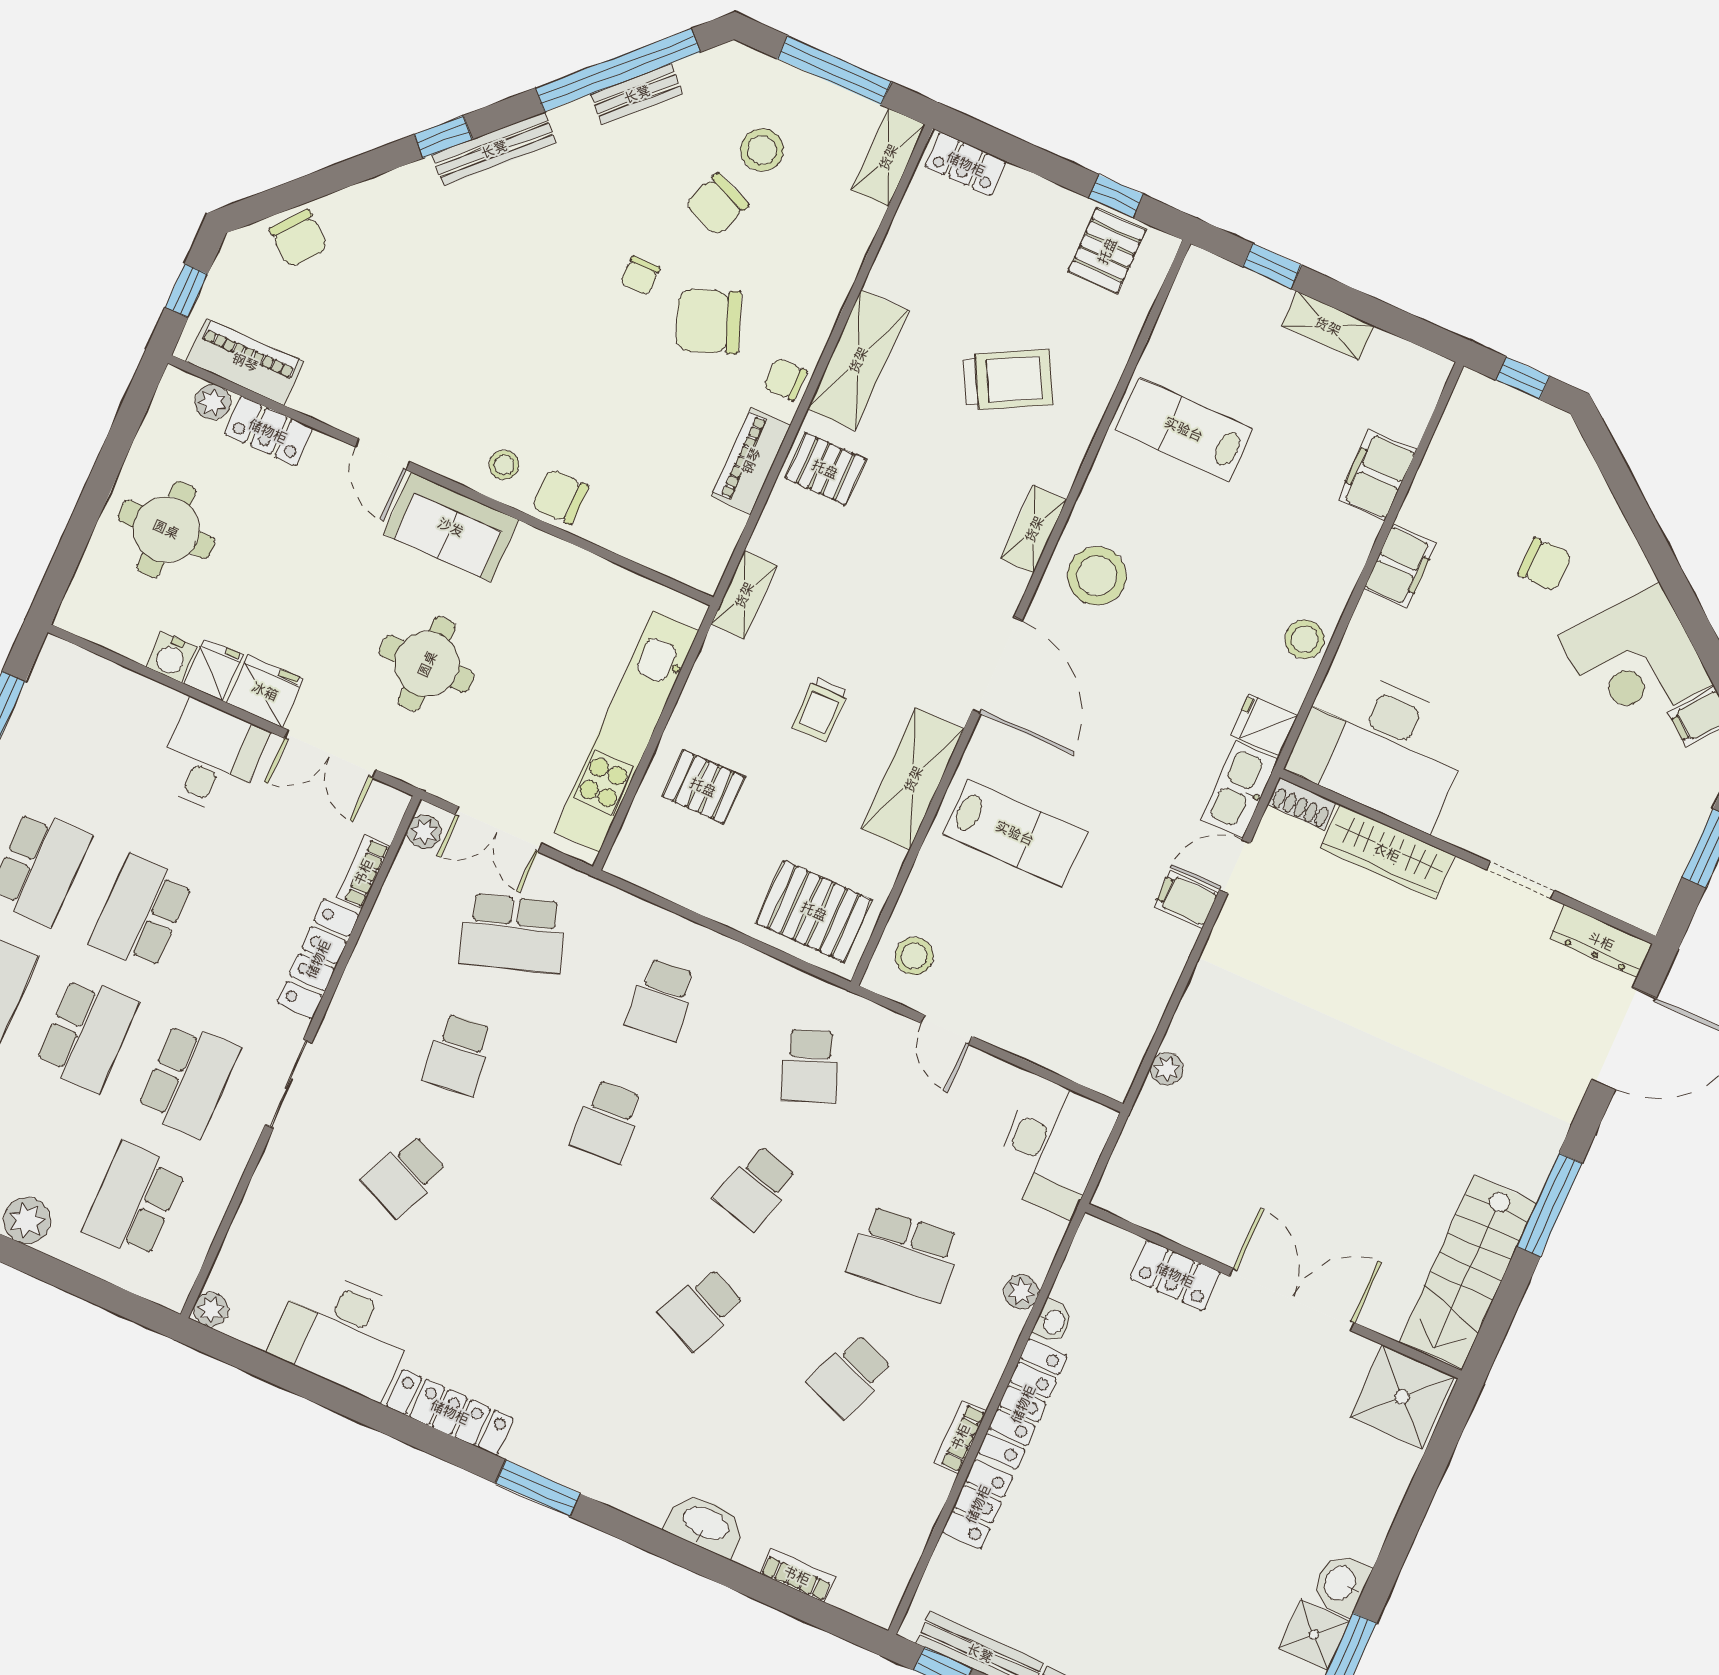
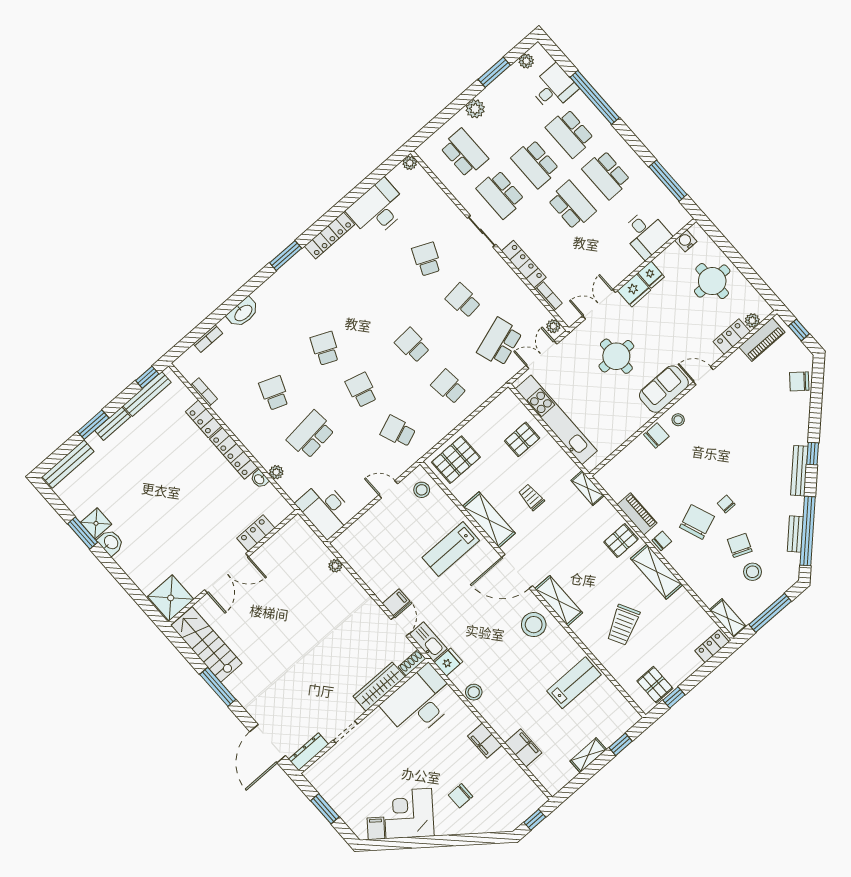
shelving: (1034, 529) -> (559, 601), width x1.50, depth x1.33
water cooler: (171, 657) -> (686, 241), moved
desk: (211, 758) -> (646, 234), moved
bookcase: (960, 1437) -> (204, 392), moved

